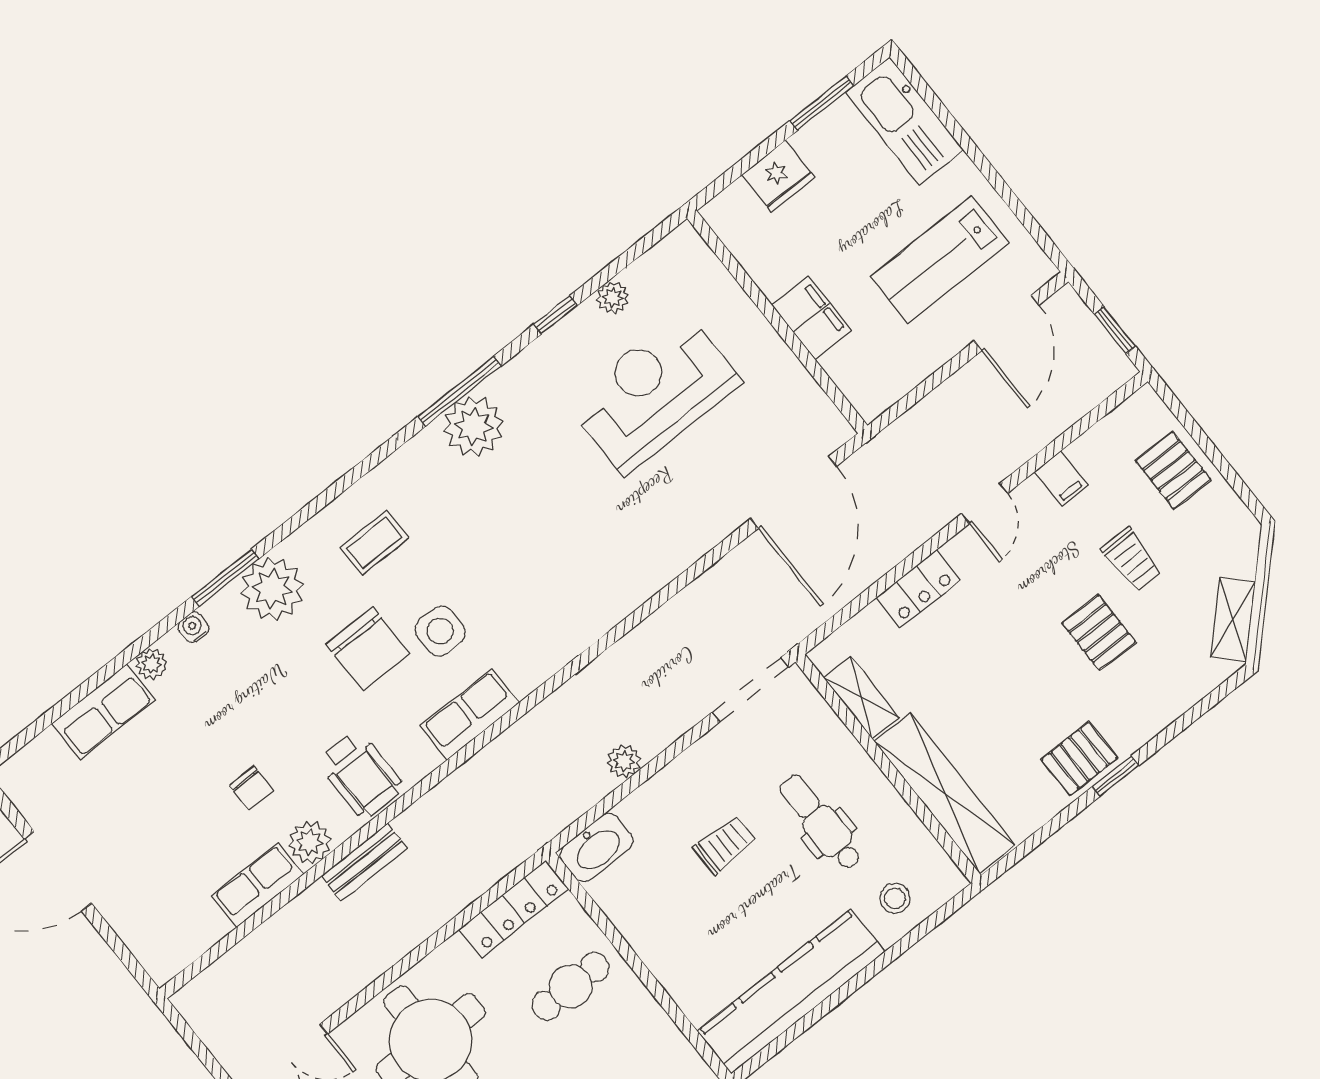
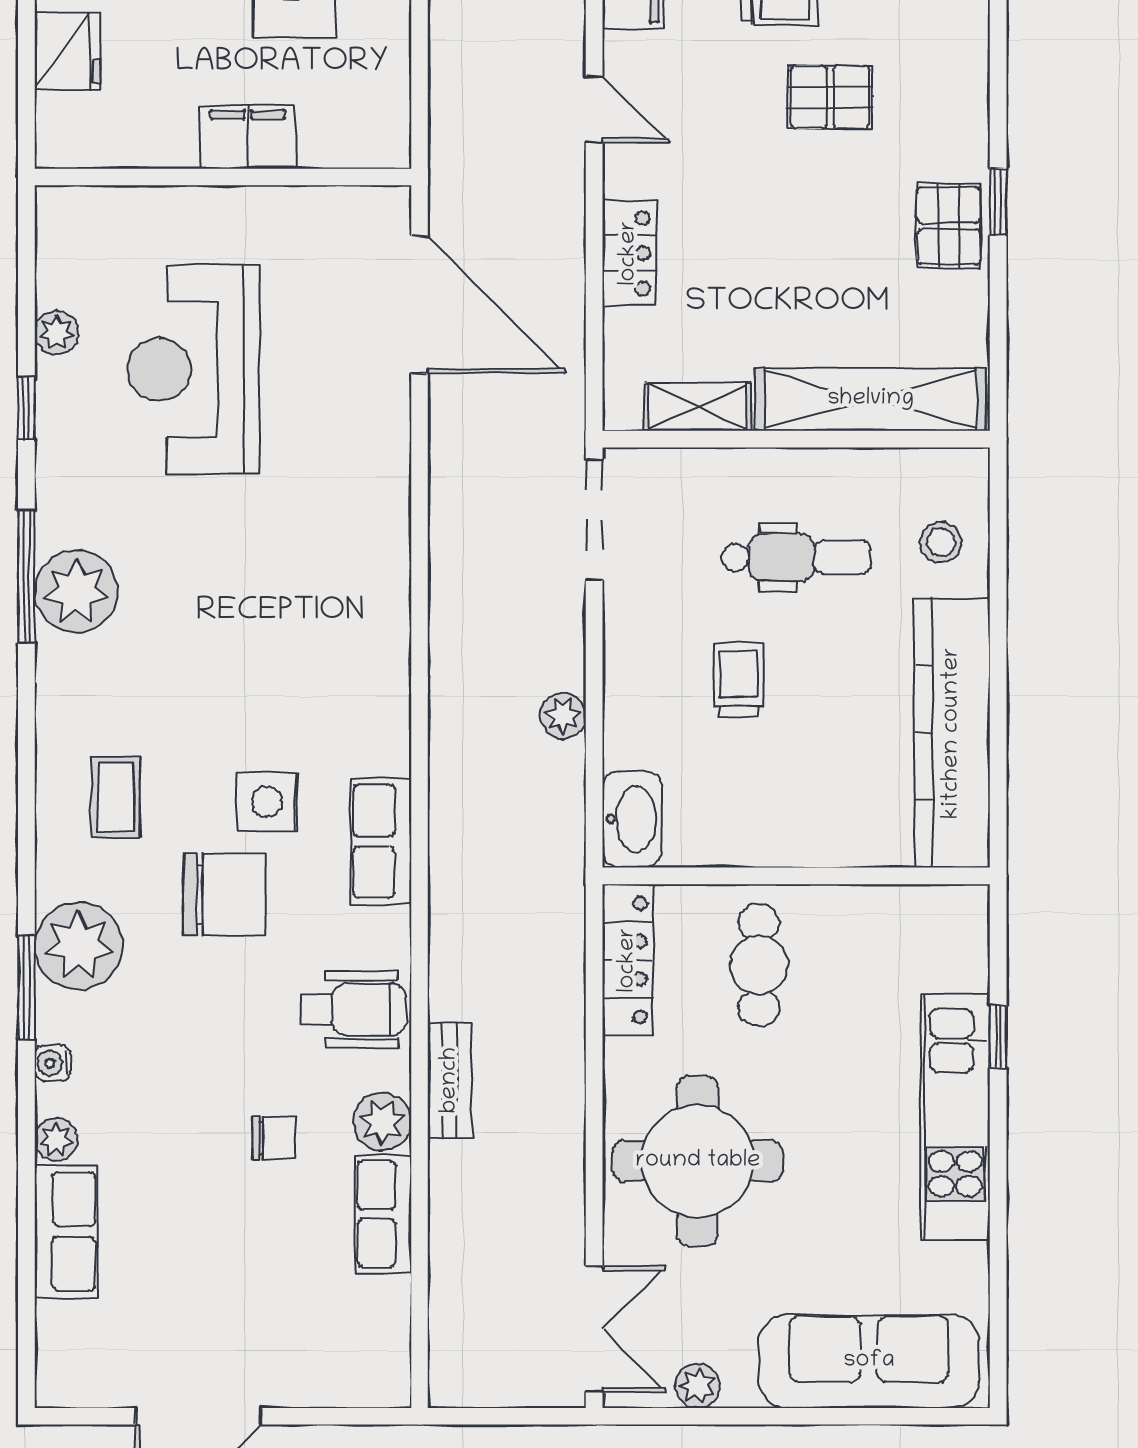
dental chair: (821, 822) -> (796, 557), turned 180

